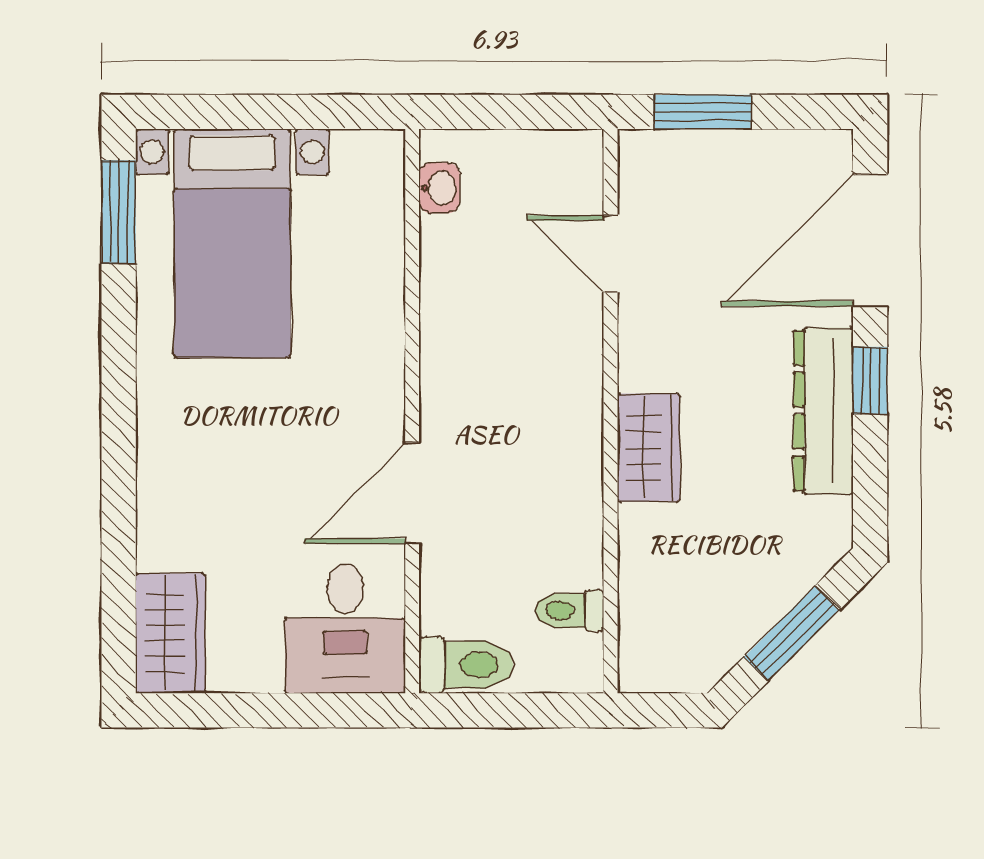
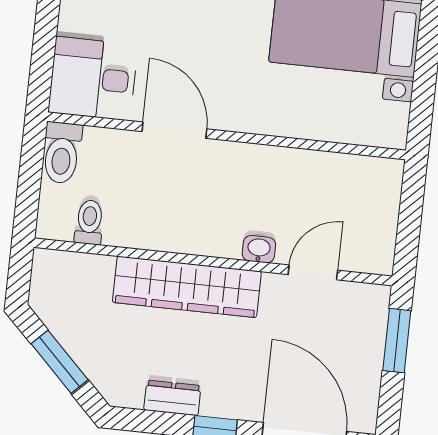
washbasin: (439, 188) -> (259, 249), moved, turned 180
dresser: (823, 411) -> (172, 398), width x0.51, depth x0.80
wardrobe: (649, 448) -> (187, 287), width x2.10, depth x1.17

